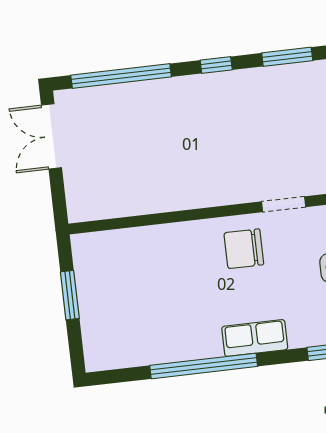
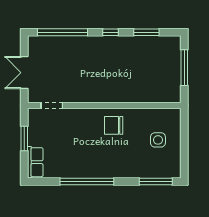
double door: (51, 136) -> (24, 73), moved
doorway: (284, 204) -> (52, 106), moved
row of seats: (255, 338) -> (35, 162), moved, turned 90

